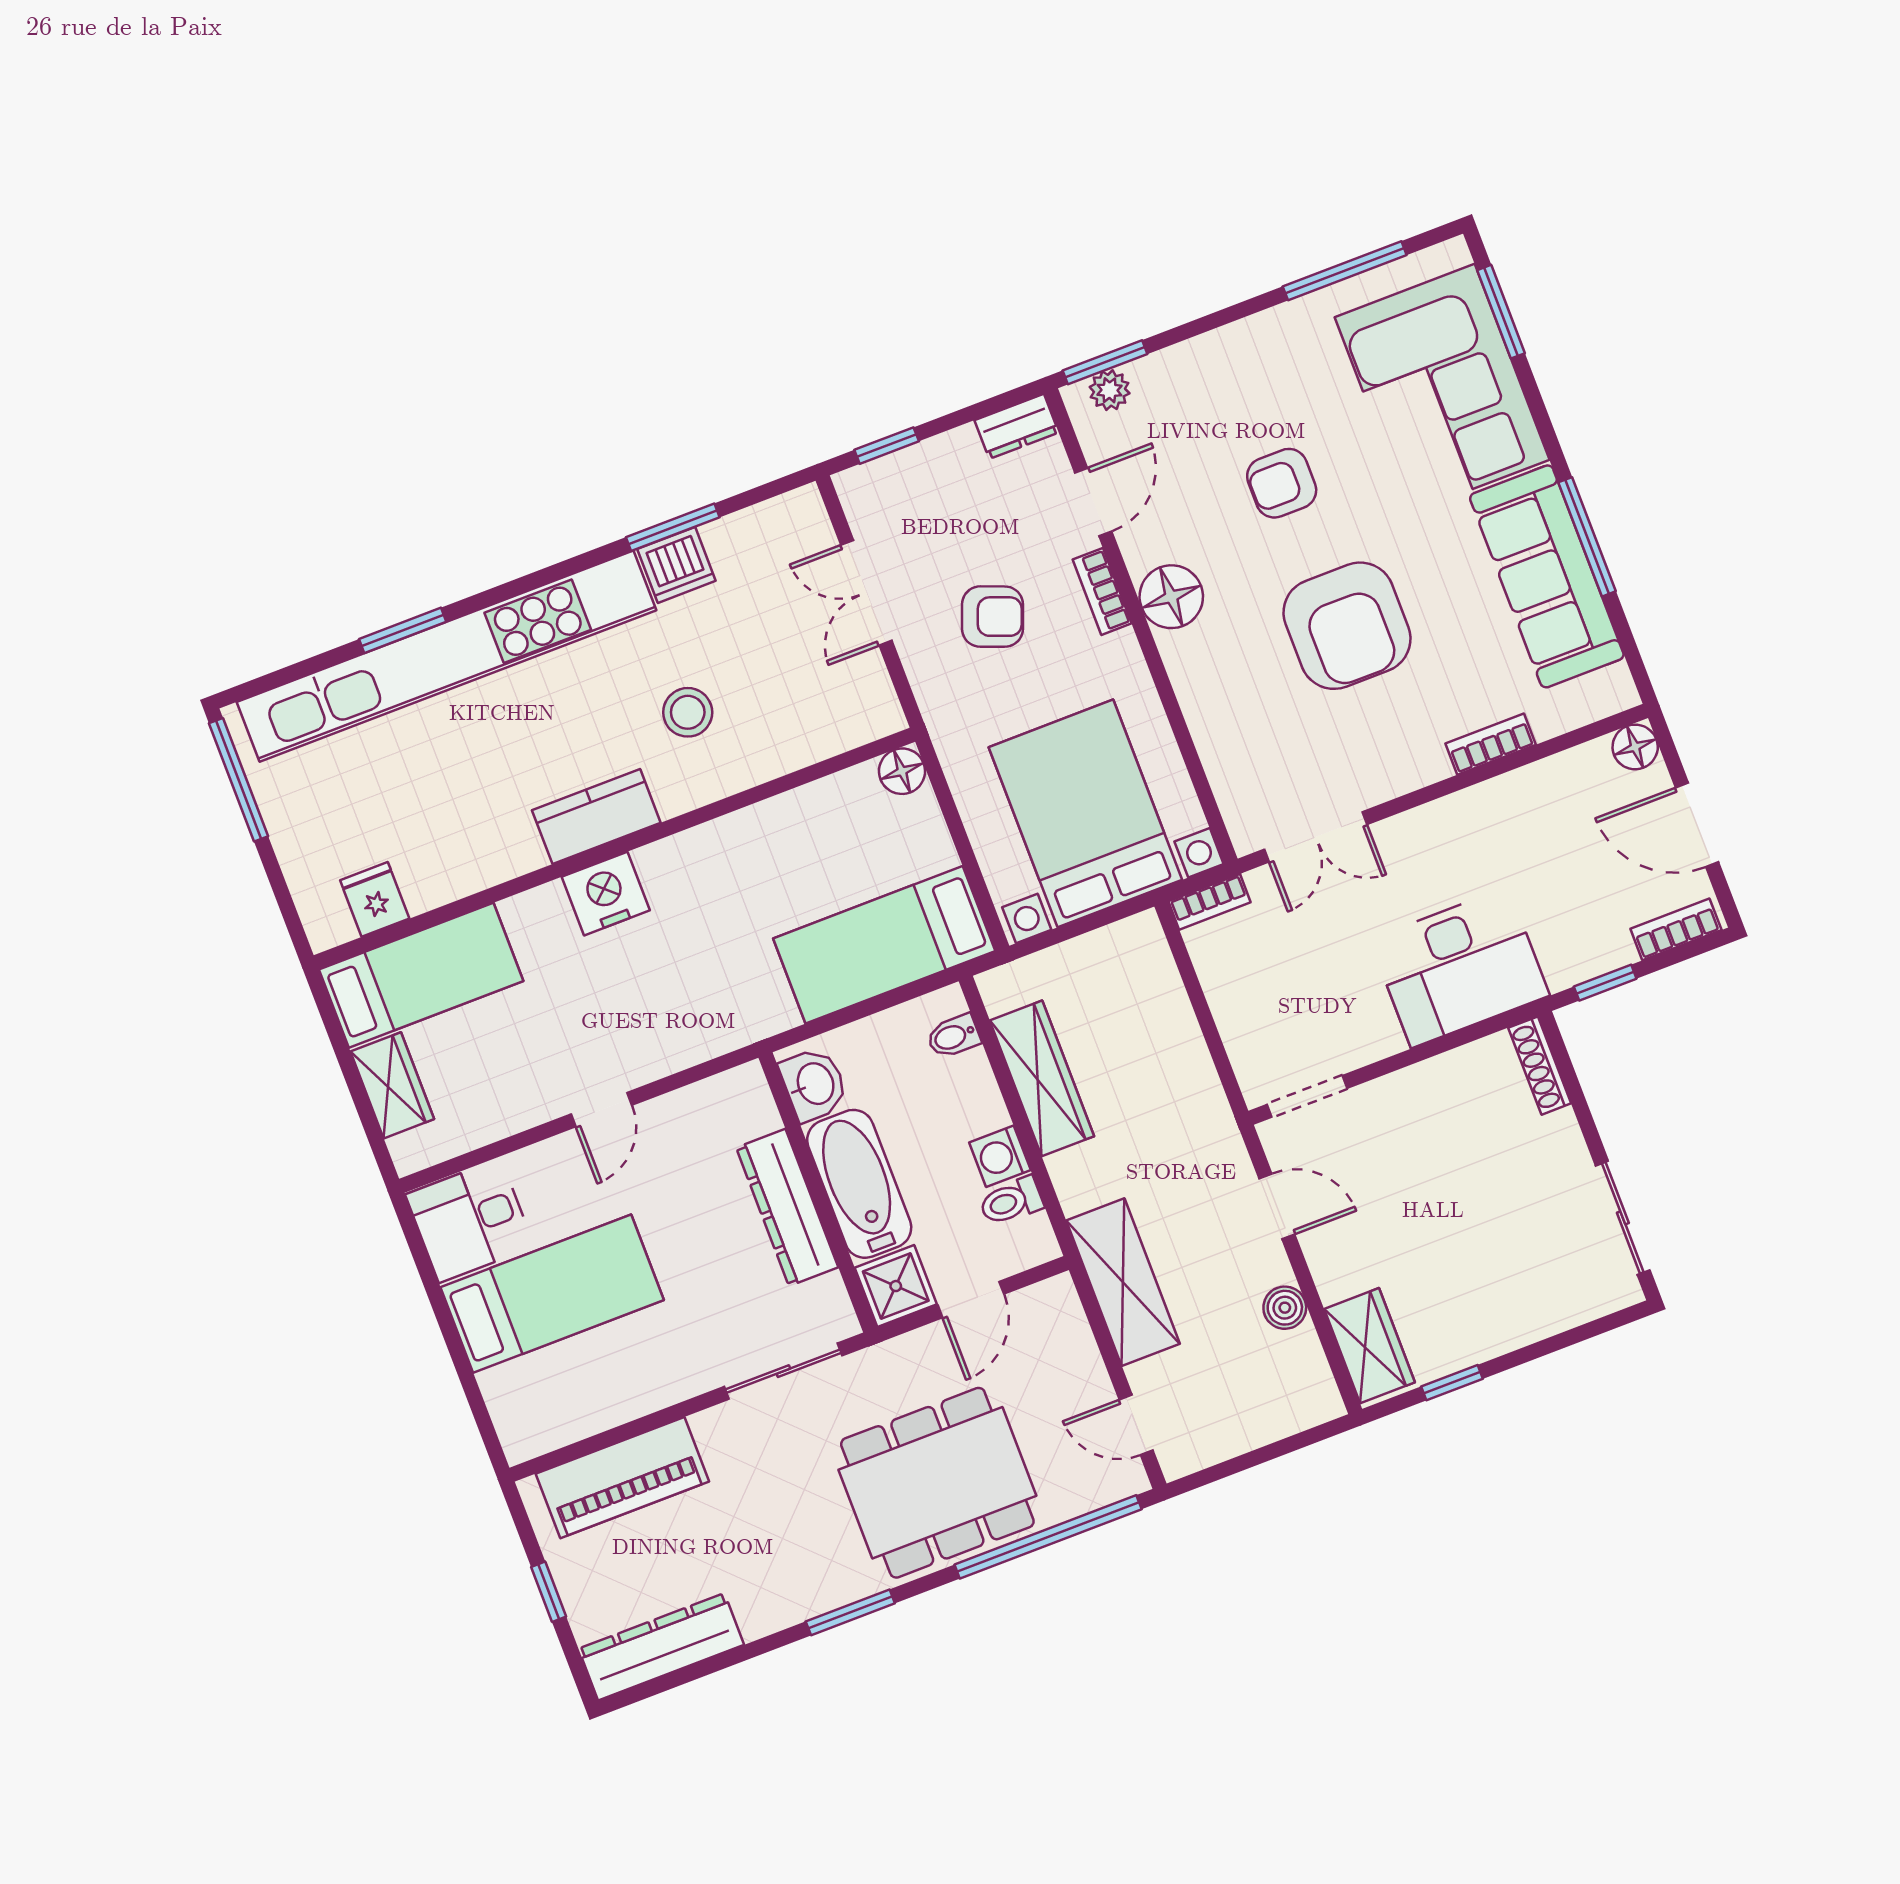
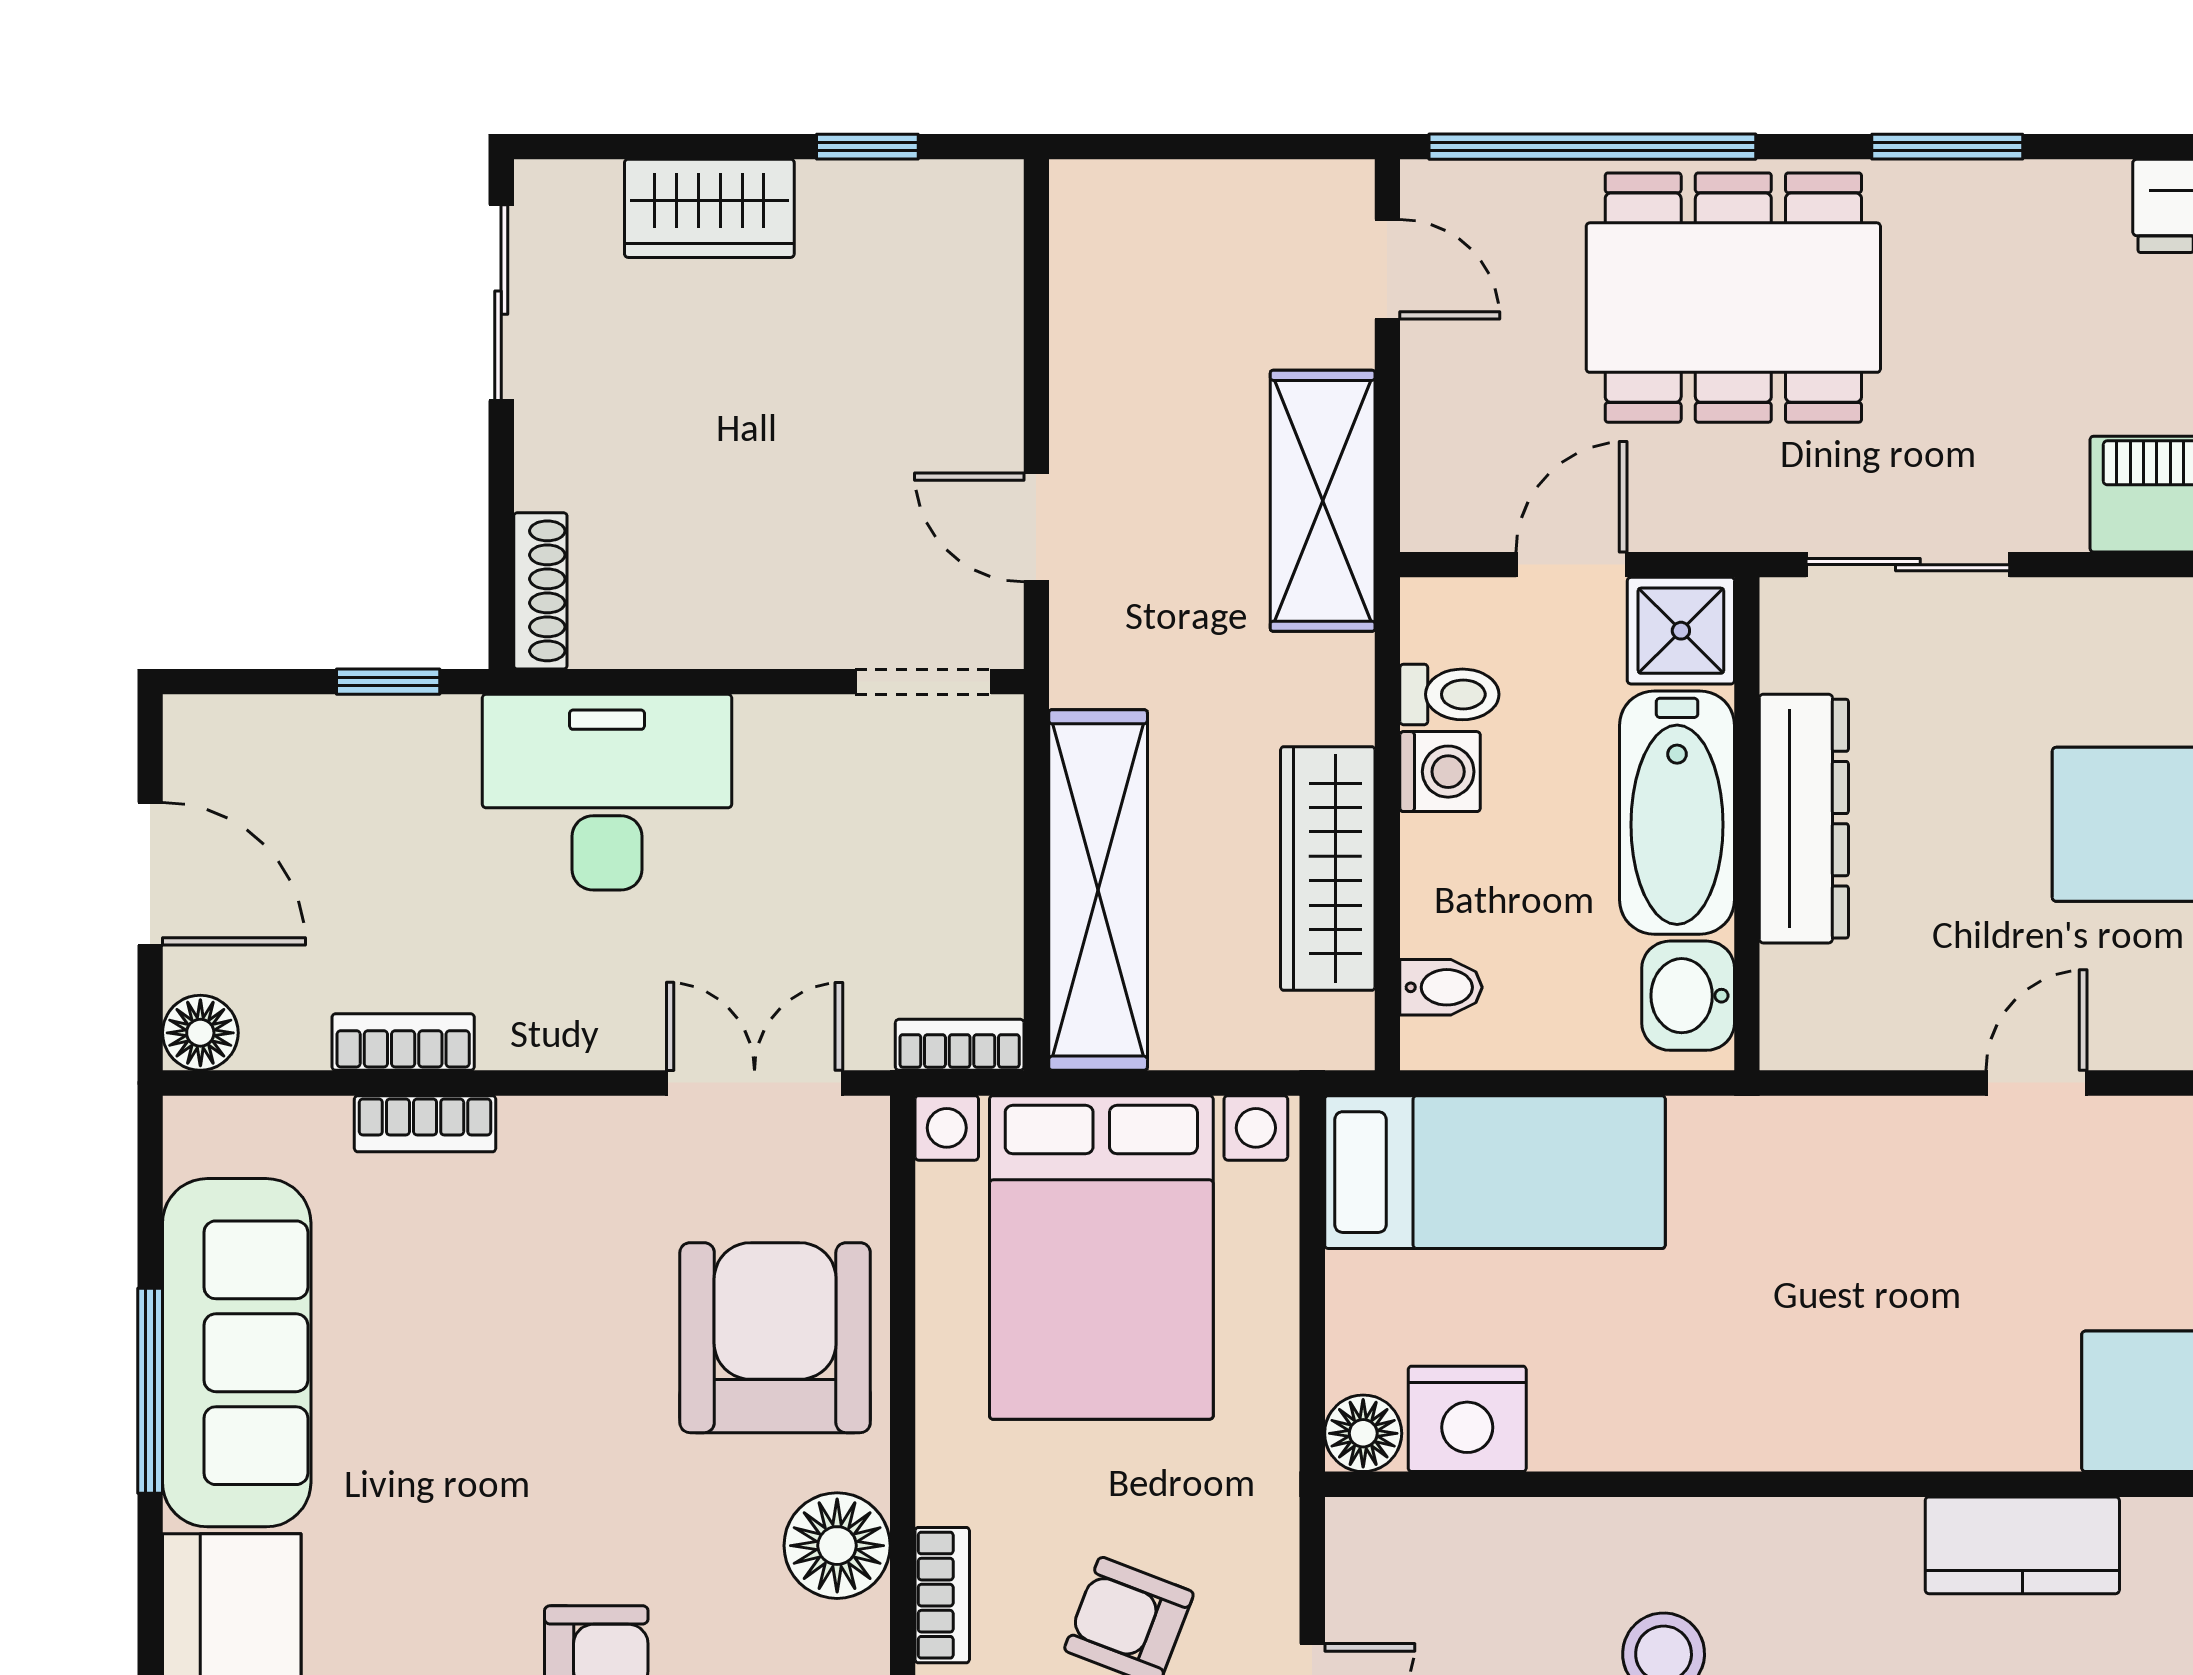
armchair: (1347, 626) -> (775, 1338), moved
kitchen counter: (596, 816) -> (2022, 1545), moved
nightstand: (606, 894) -> (1467, 1419), moved
bookcase: (1676, 929) -> (403, 1042), moved, turned 180
shelving: (1165, 1018) -> (1098, 890), added
boiler: (1285, 1308) -> (1084, 364), removed
wardrobe: (1369, 1346) -> (709, 208), moved, turned -90

